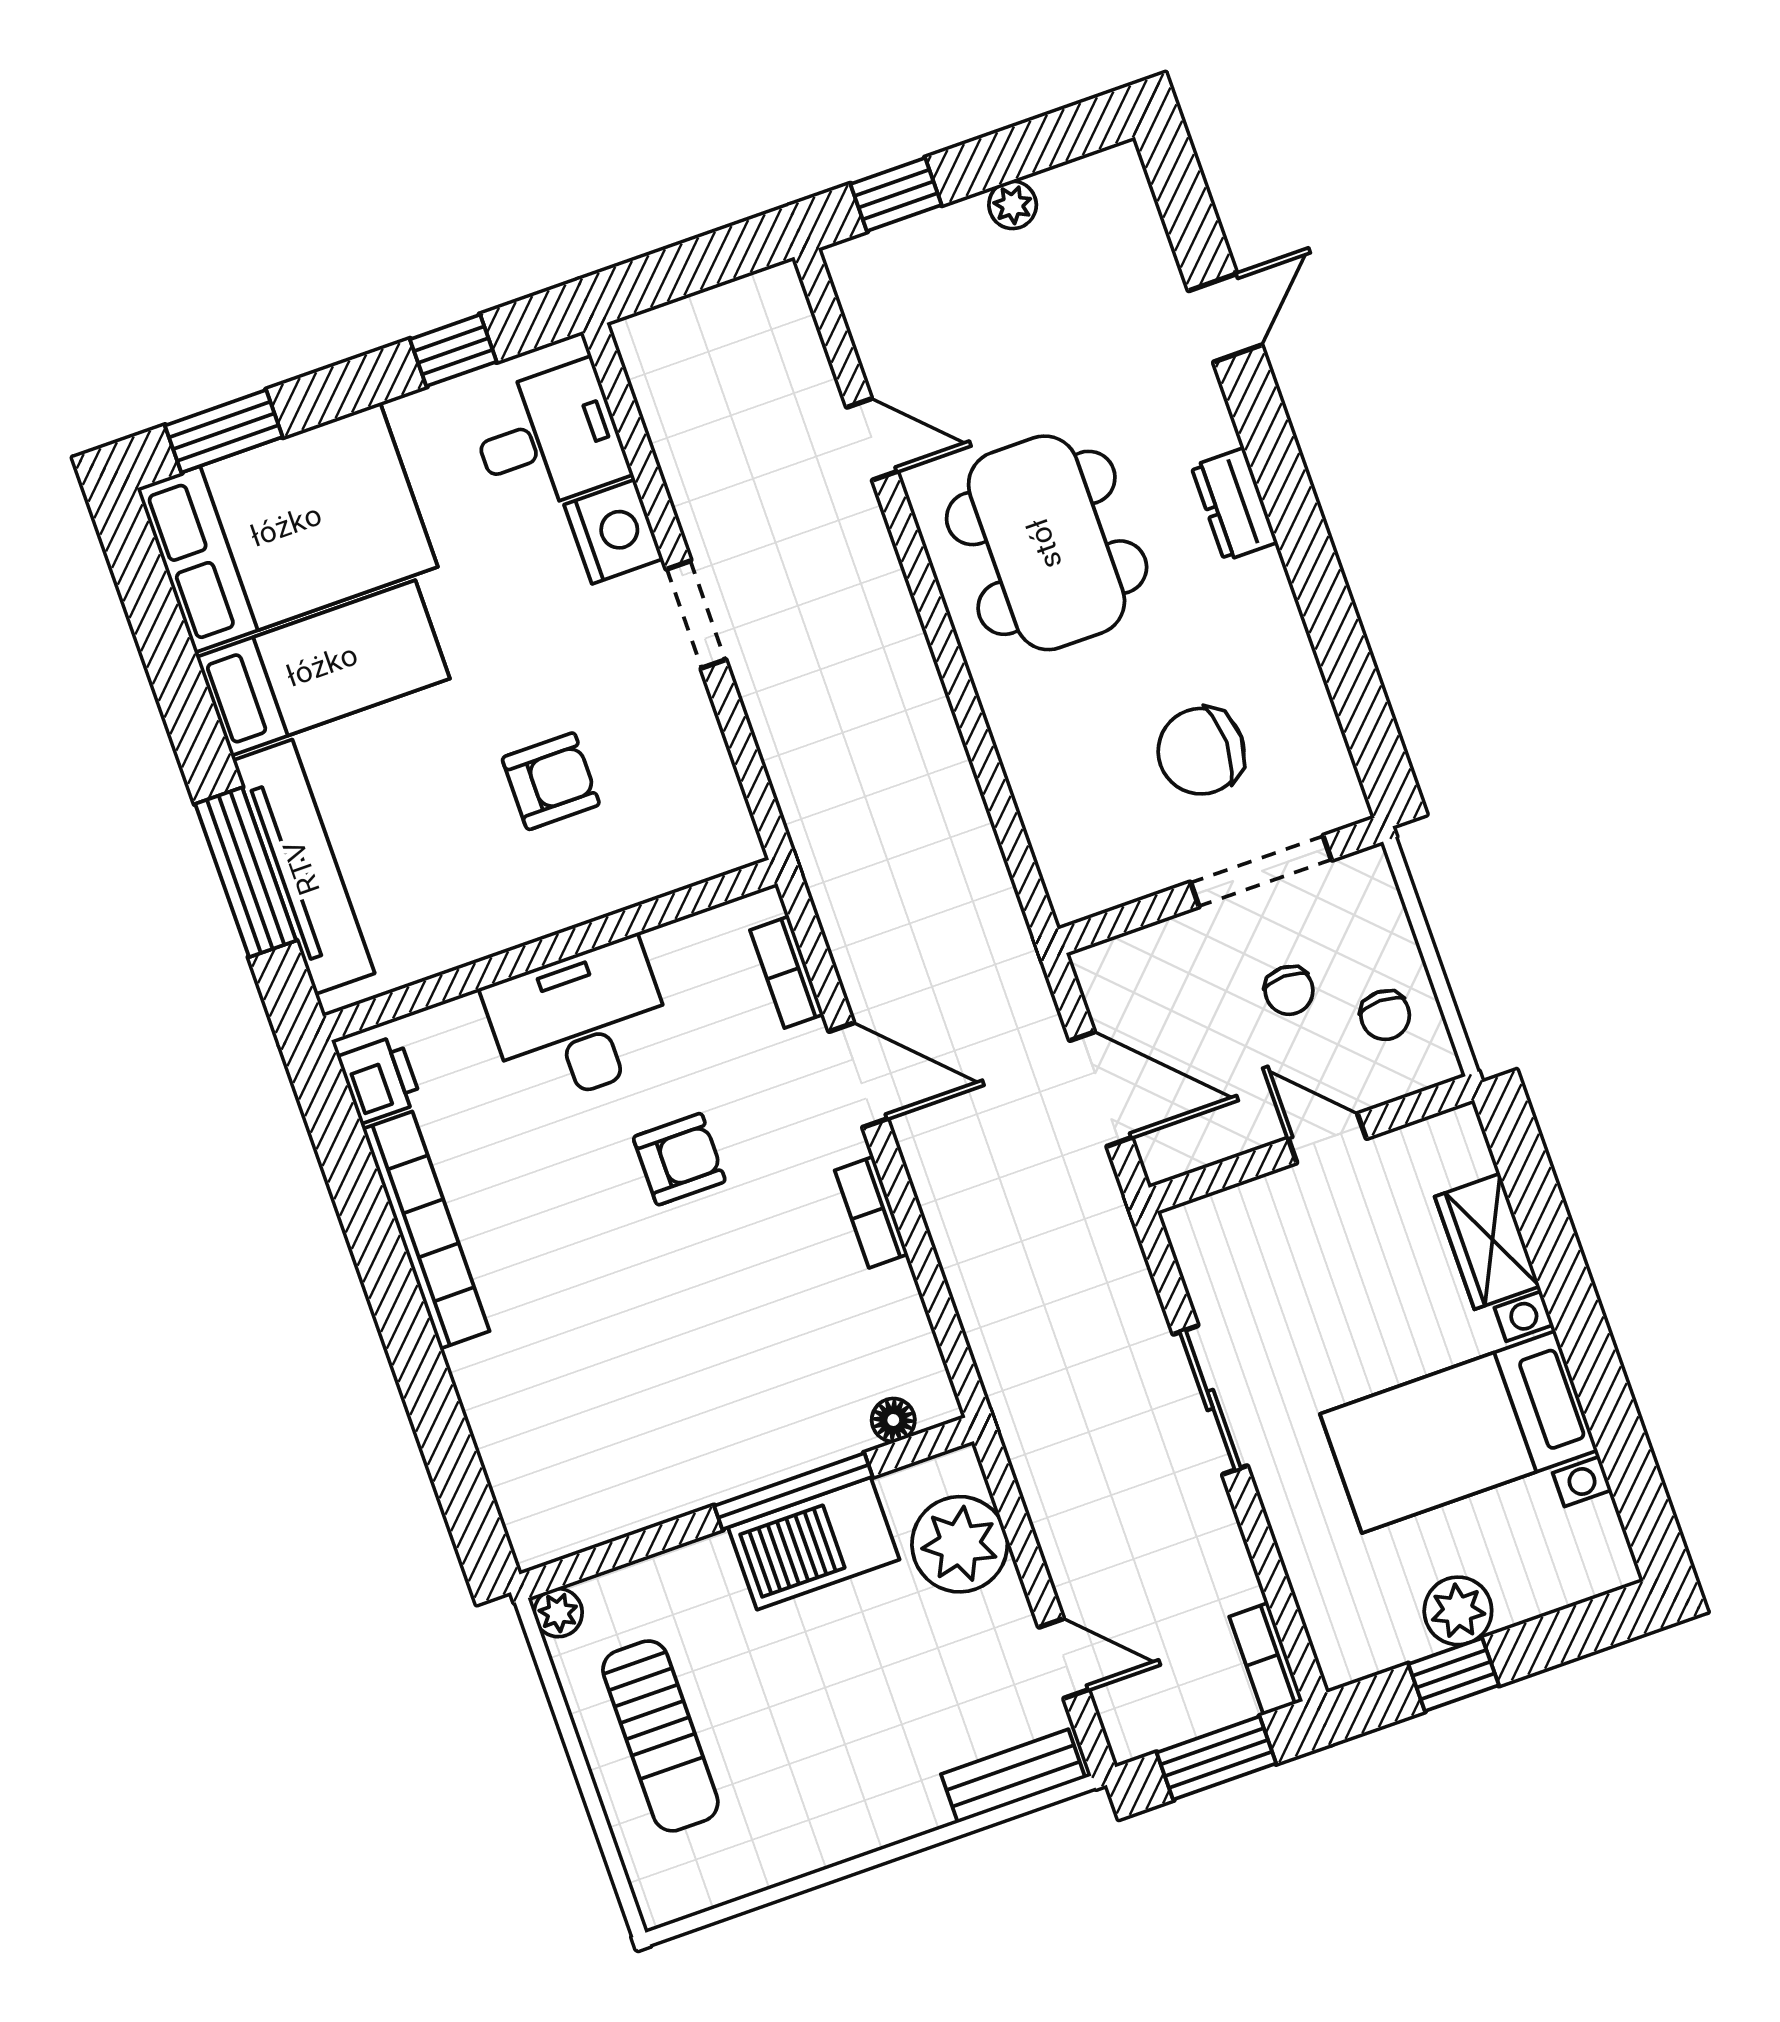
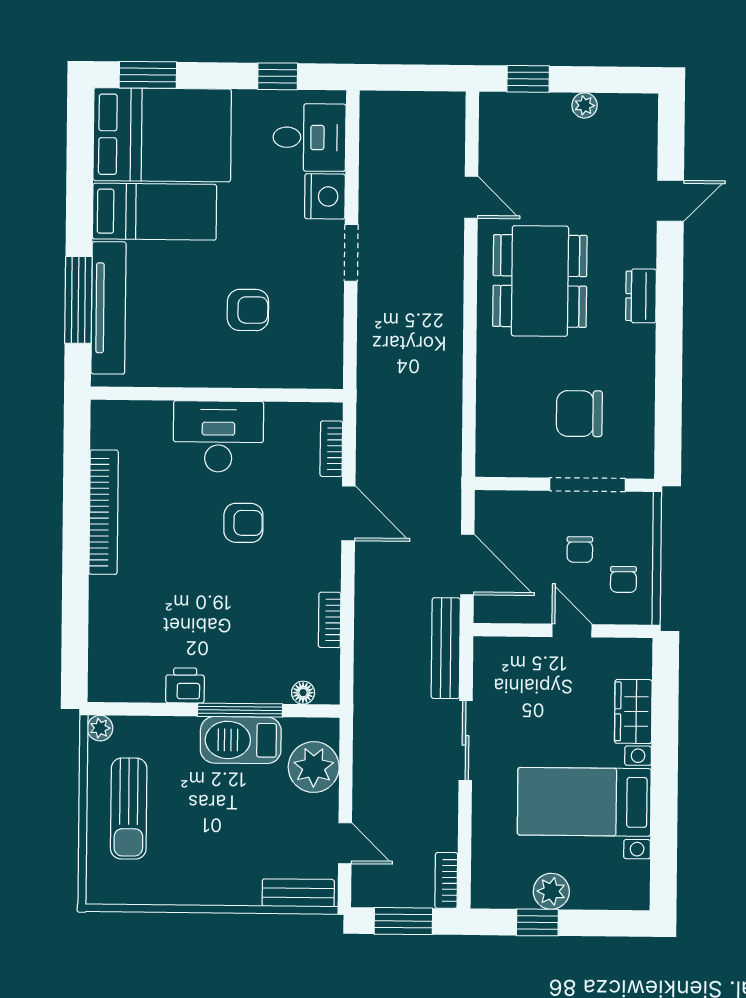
printer: (380, 1079) -> (185, 685), moved, turned -90
bookcase: (871, 1212) -> (330, 620), moved
bench: (1116, 1250) -> (446, 648), added

